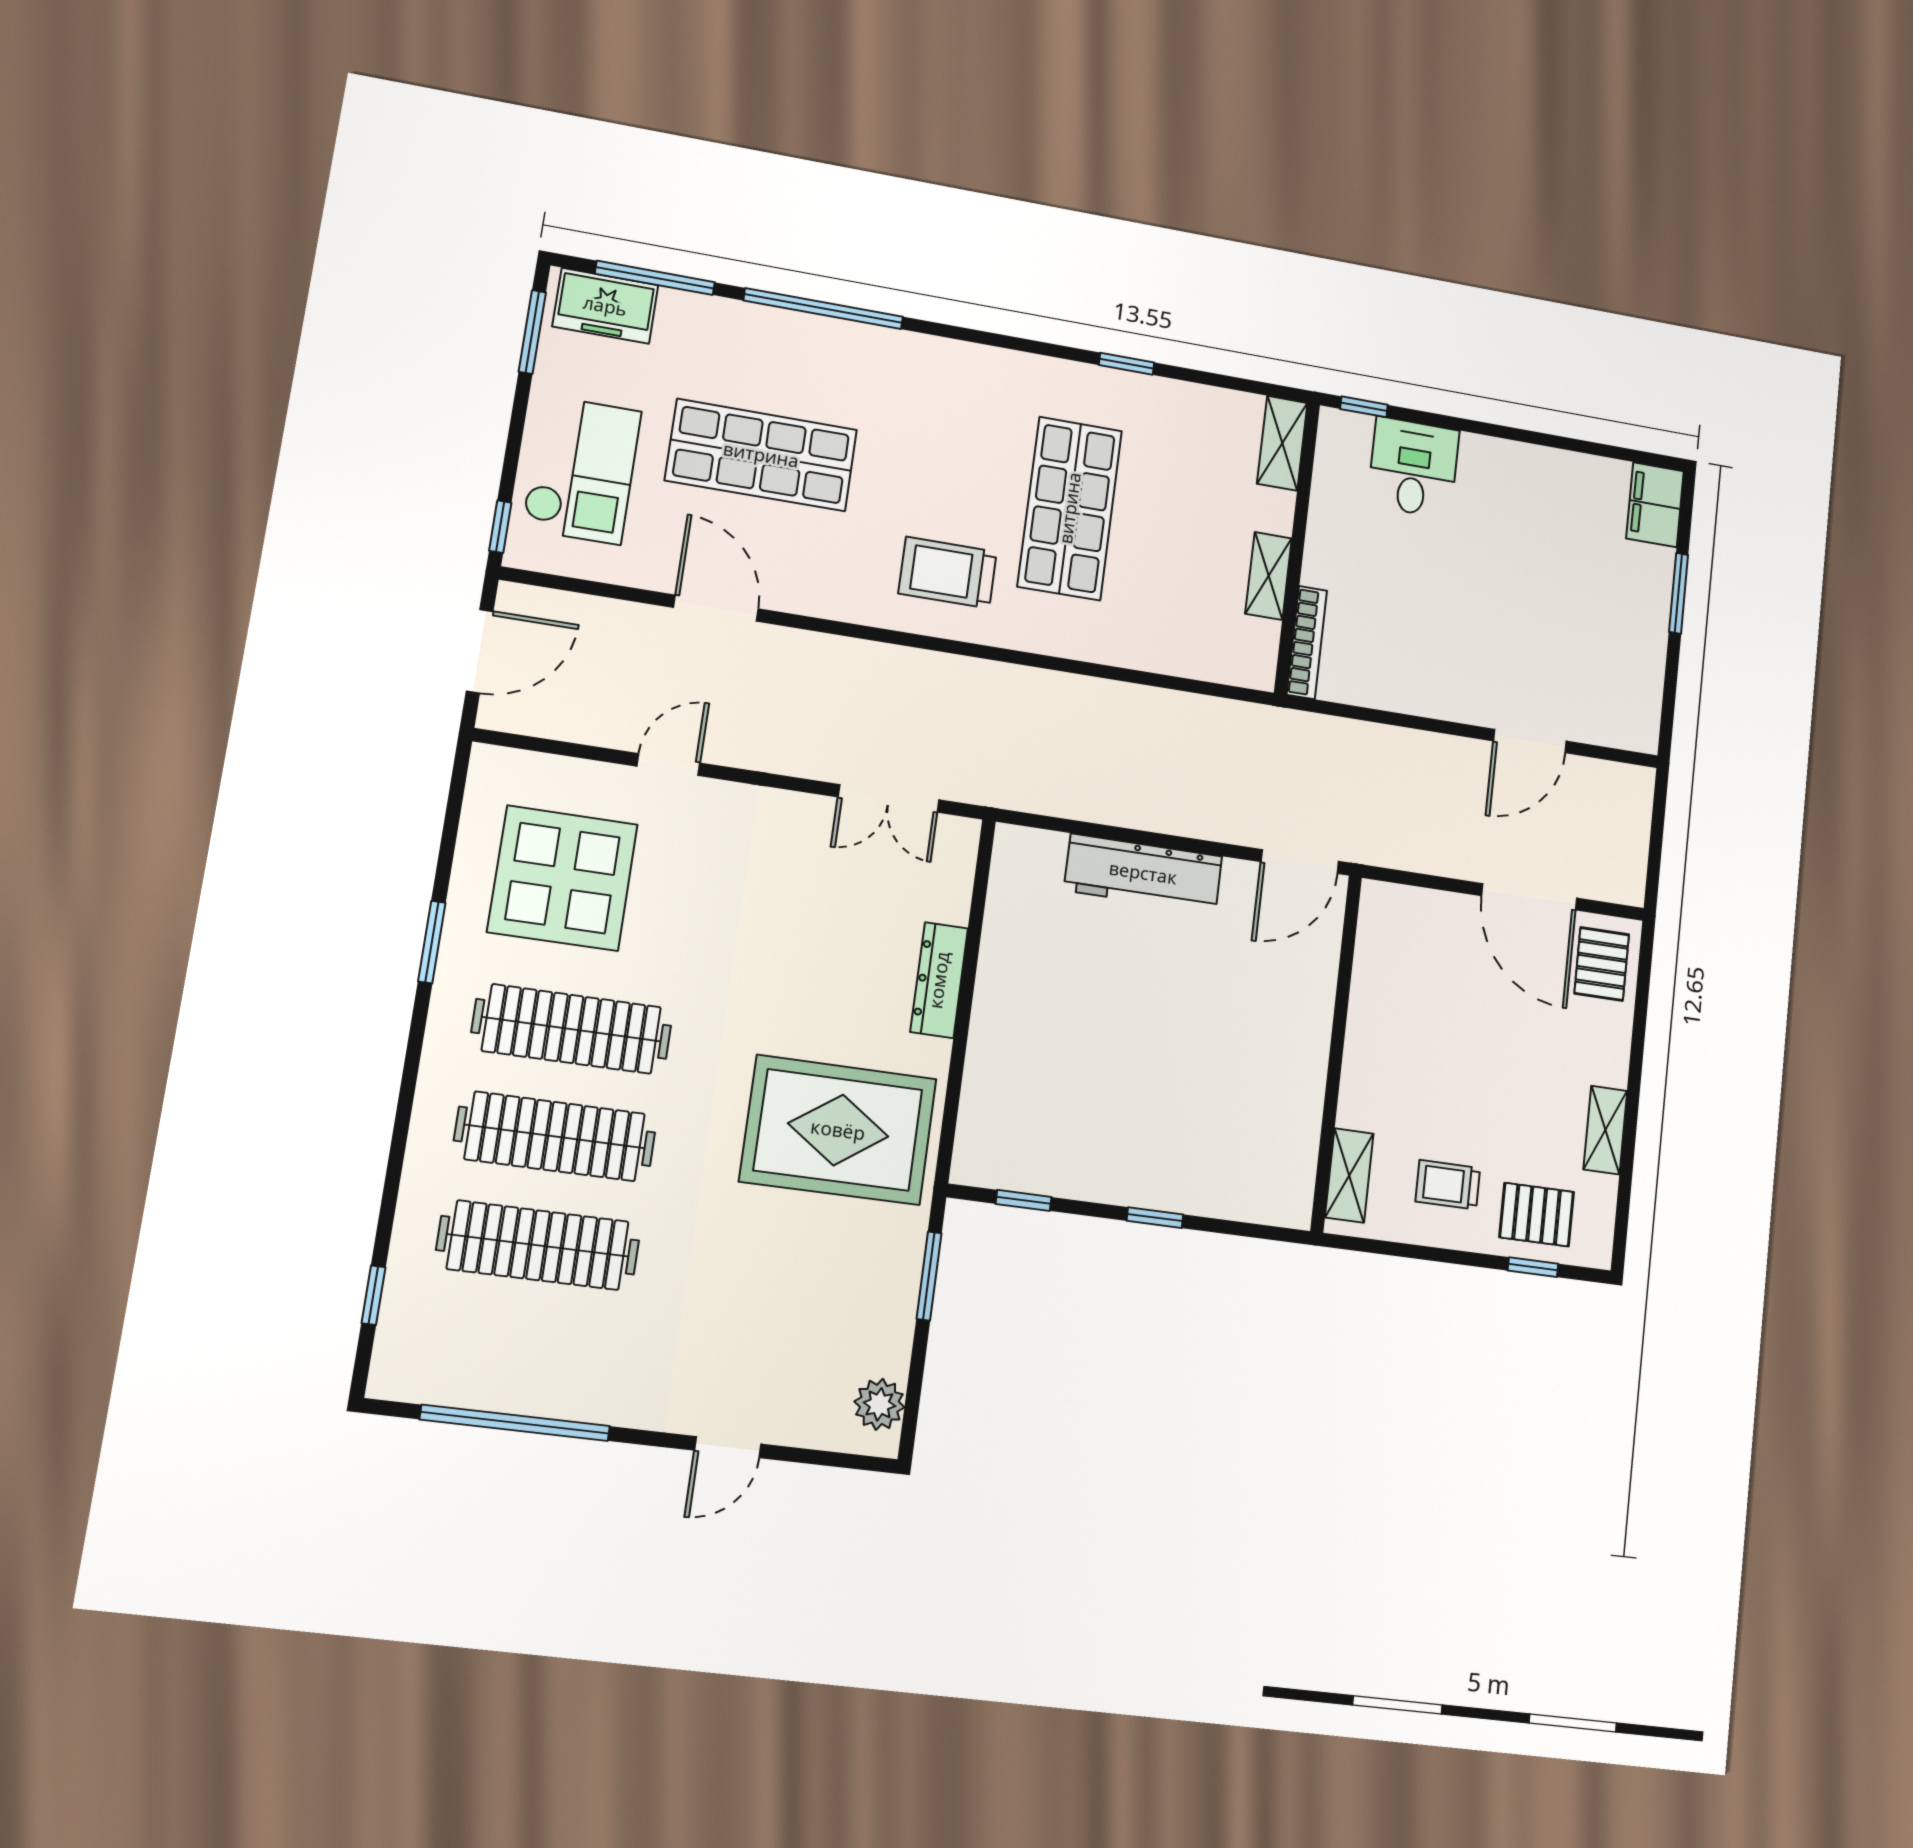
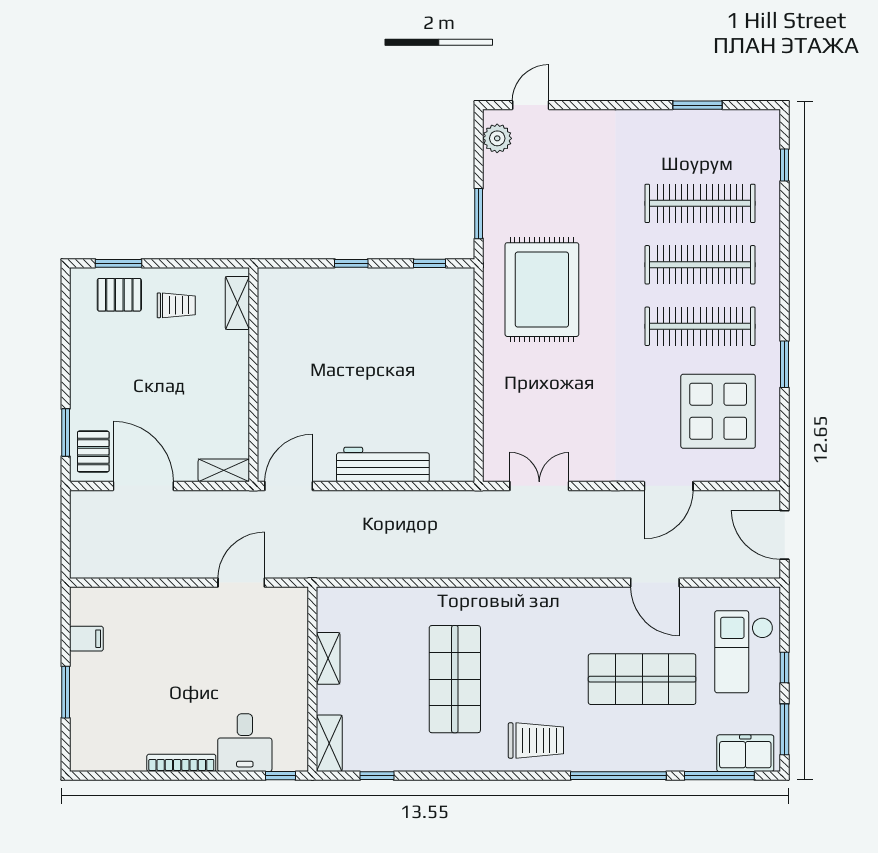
window: (1127, 364) -> (377, 776), moved
filing cabinet: (1655, 505) -> (86, 639), moved, width x0.50
window: (500, 527) -> (785, 668), moved
trolley: (948, 573) -> (536, 740), moved
bookcase: (1307, 643) -> (181, 763), moved, turned 90
door: (480, 651) -> (785, 535), hinge flipped
door: (1530, 741) -> (241, 583), moved
door: (668, 765) -> (669, 486), width x1.38
dresser: (939, 980) -> (495, 384), removed
window: (1642, 1001) -> (66, 433), added
rug: (838, 1130) -> (542, 290), turned 90
shelving: (1605, 1130) -> (224, 470), moved, turned 90
window: (1533, 1267) -> (118, 263), width x1.50
window: (515, 1423) -> (697, 105), width x0.47
door: (728, 1447) -> (531, 105), moved

